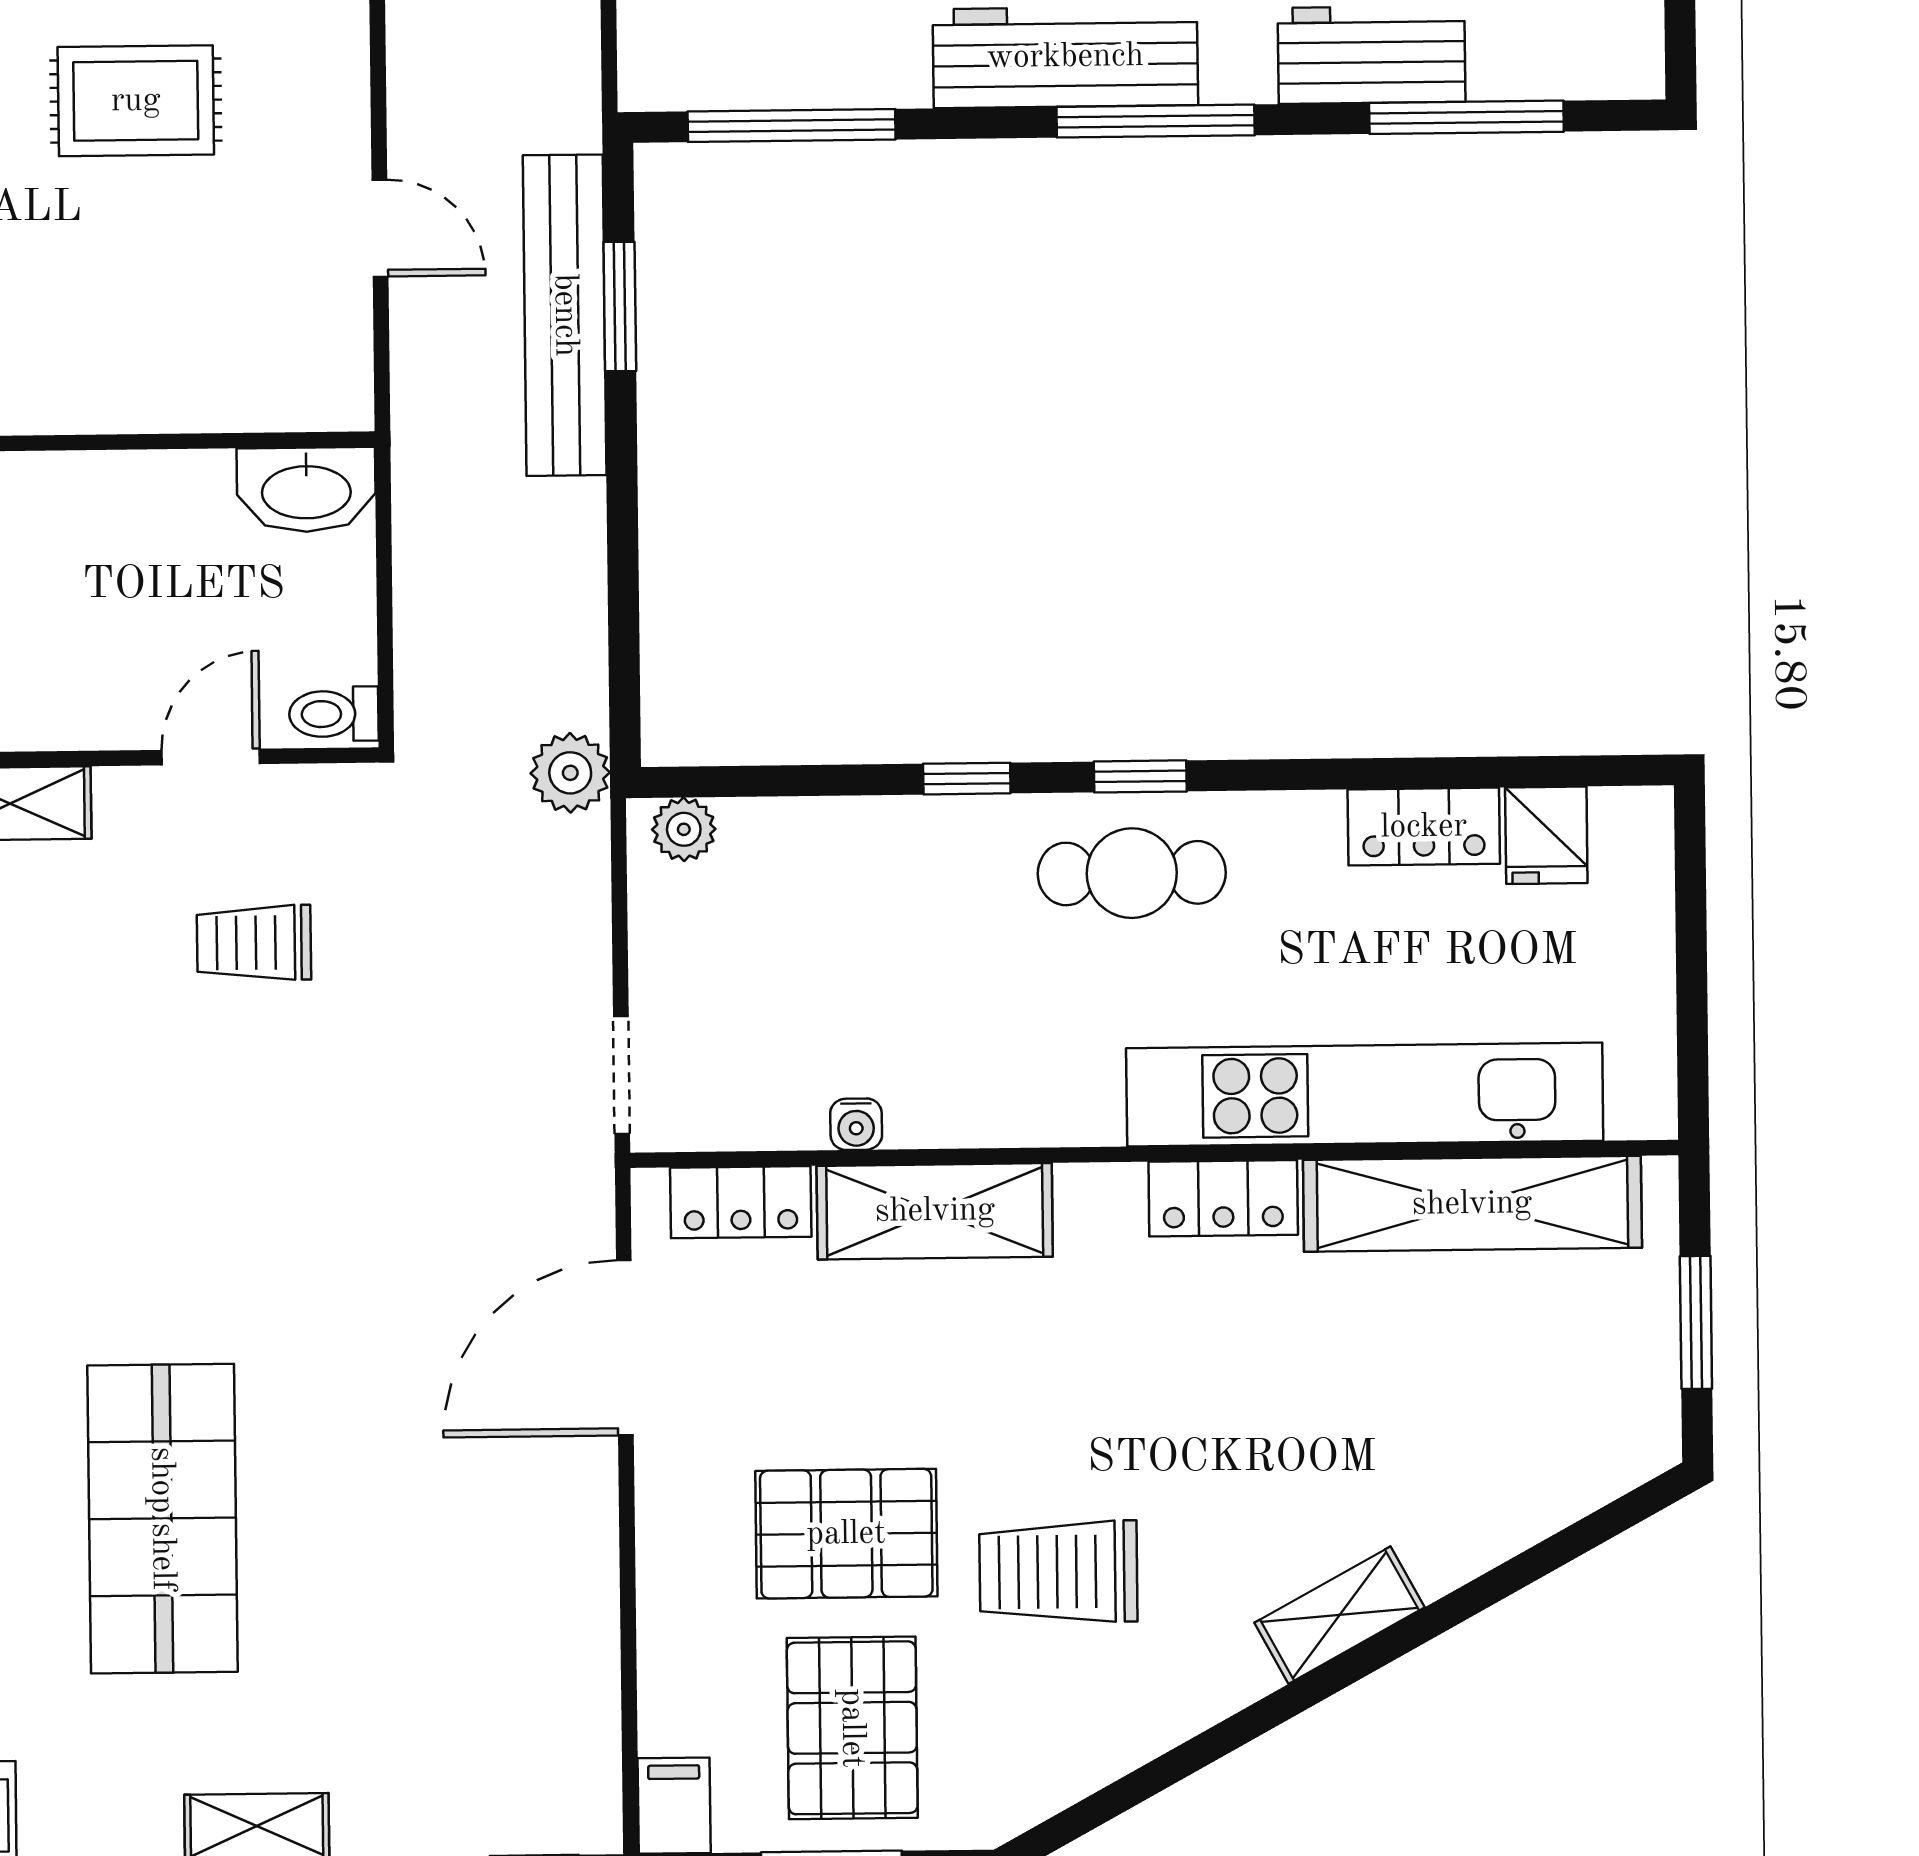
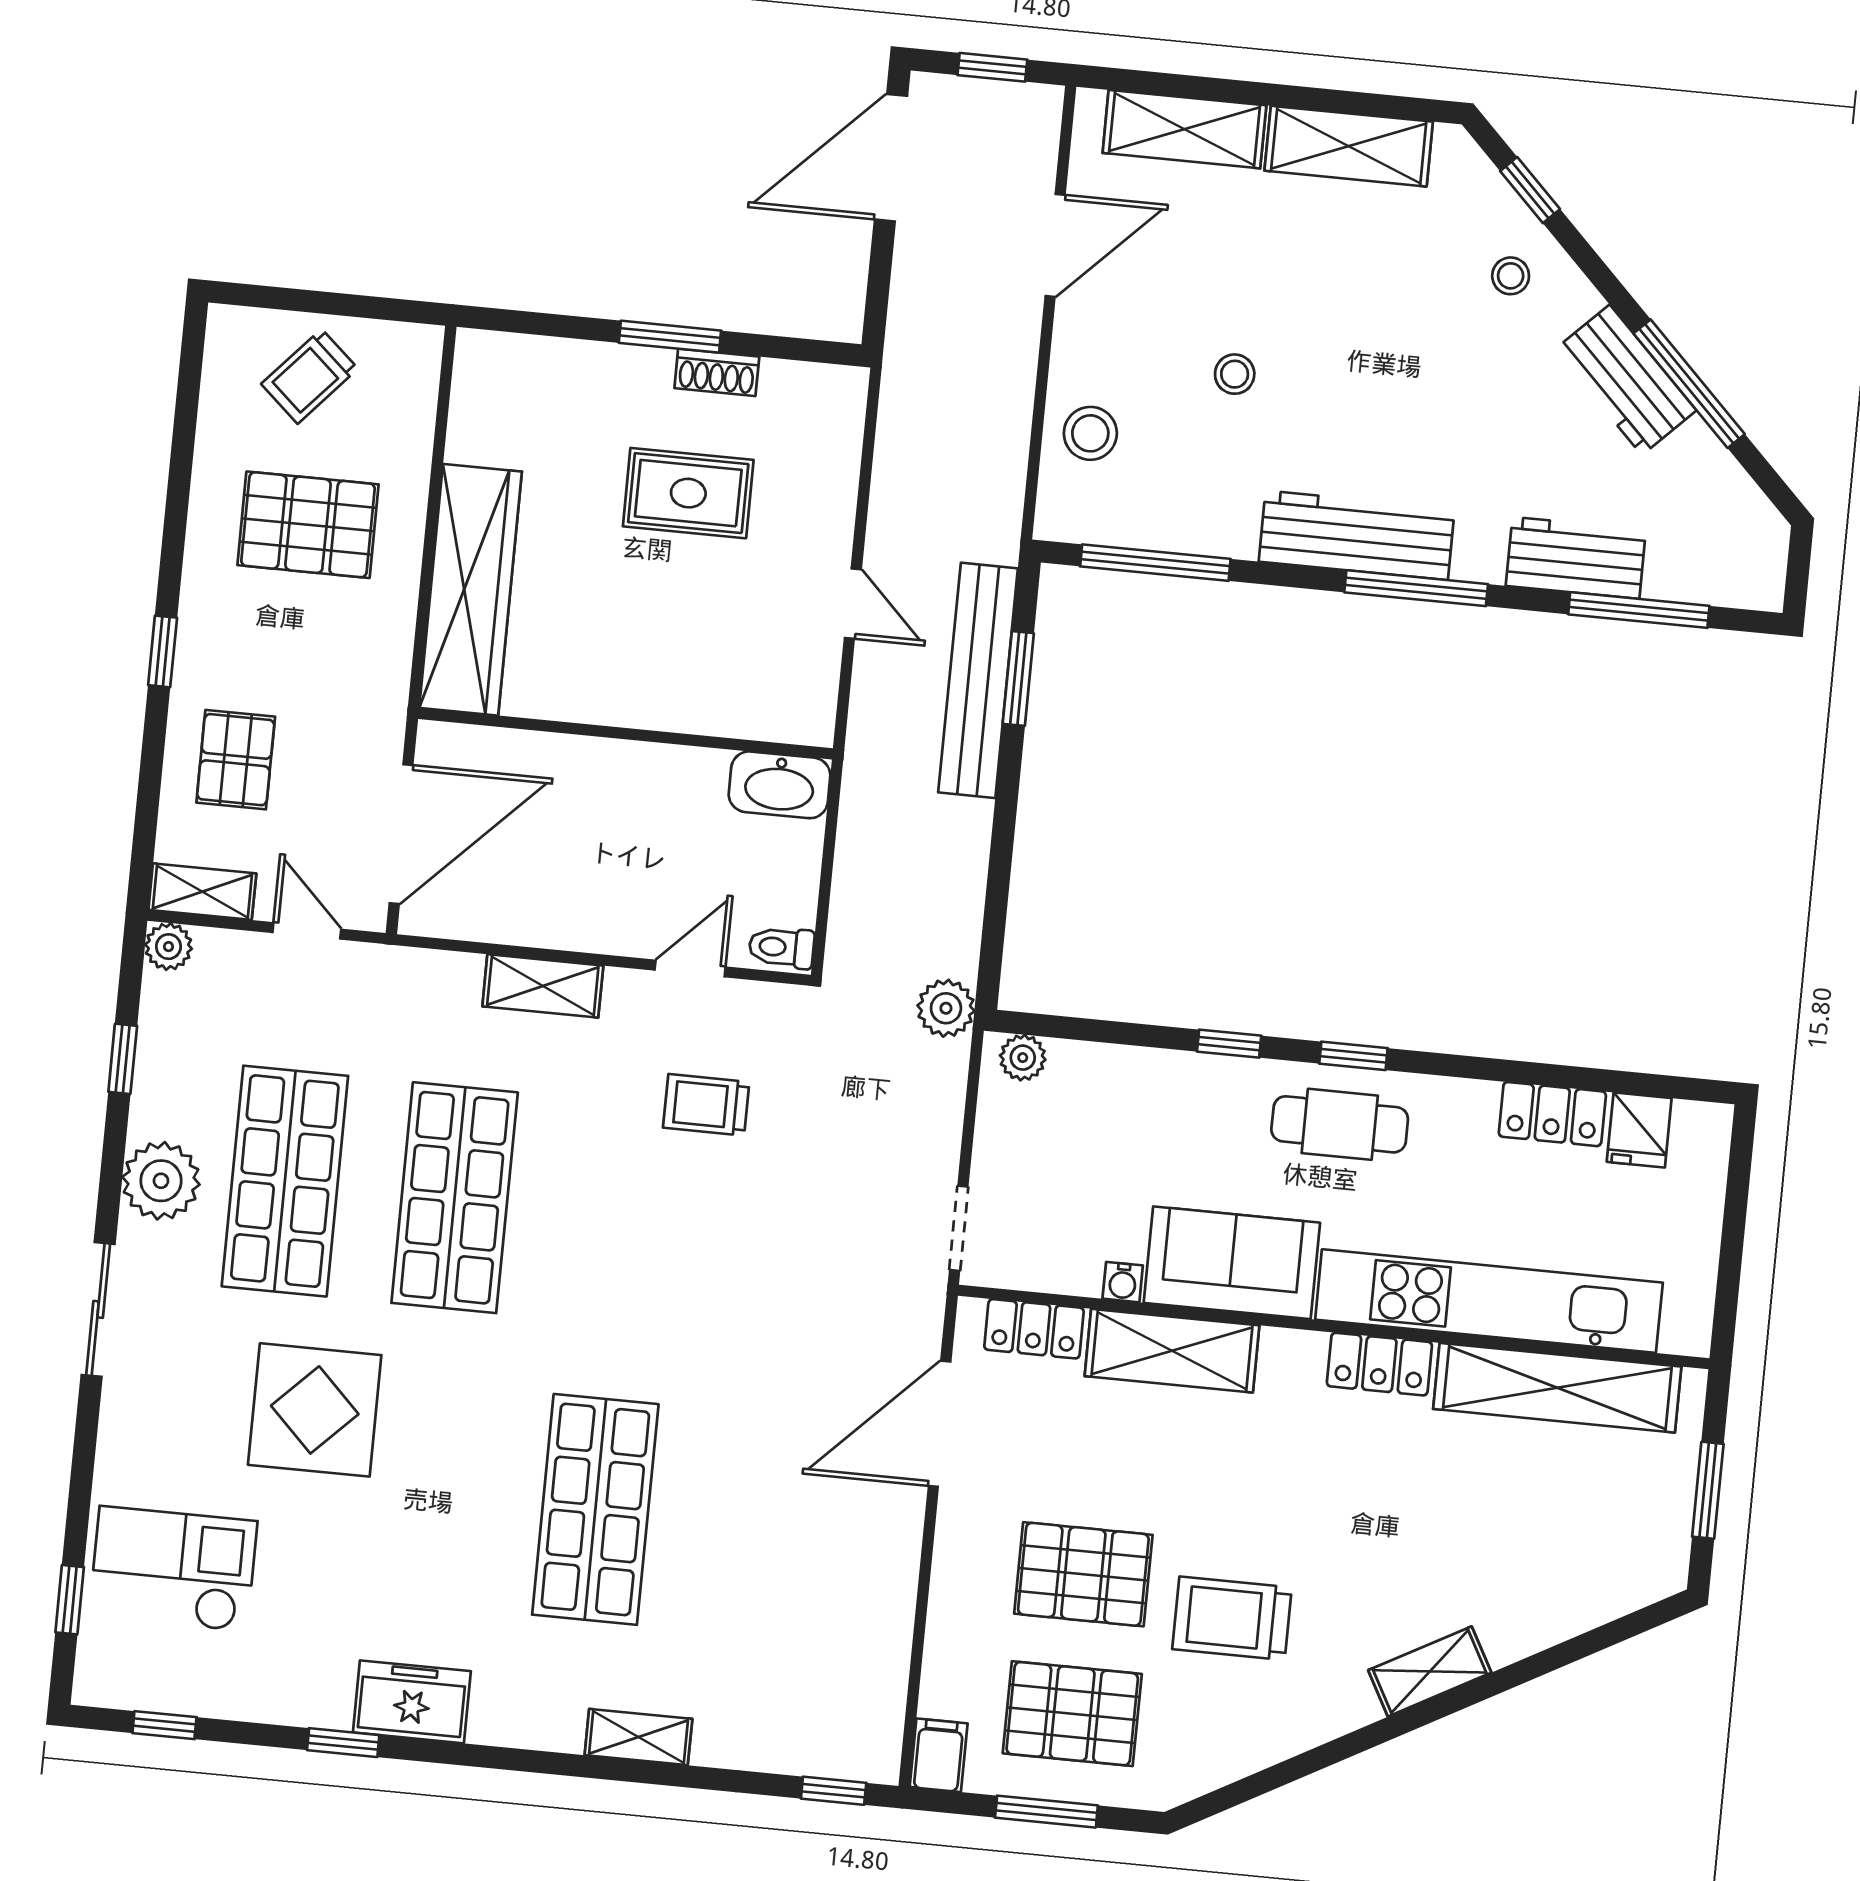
sofa: (1004, 1081) -> (1232, 1263), added
pallet: (852, 1728) -> (1072, 1714), turned 90

